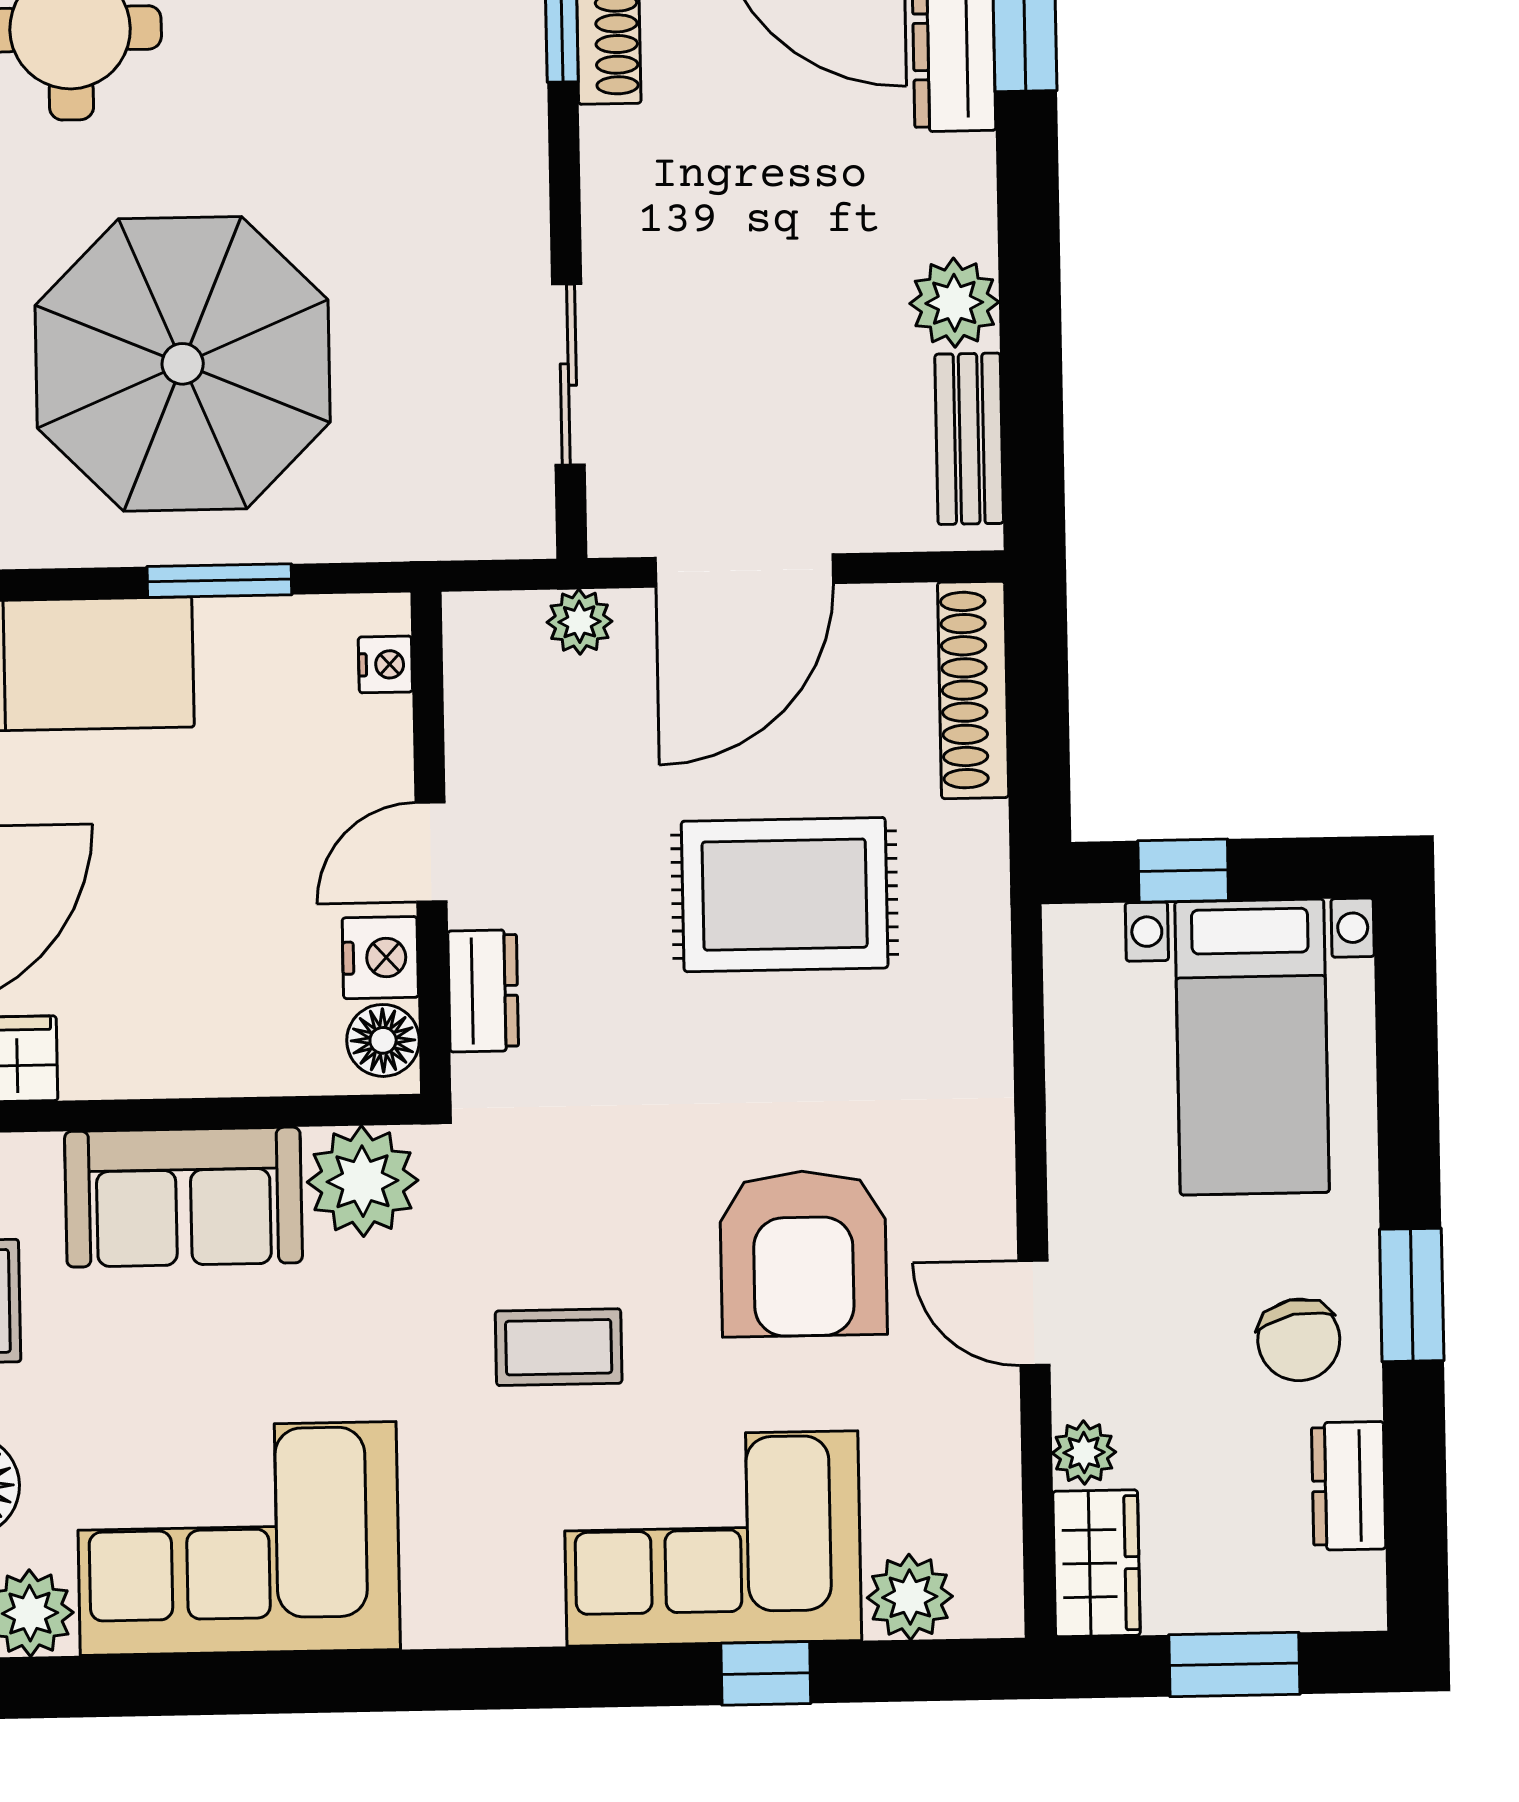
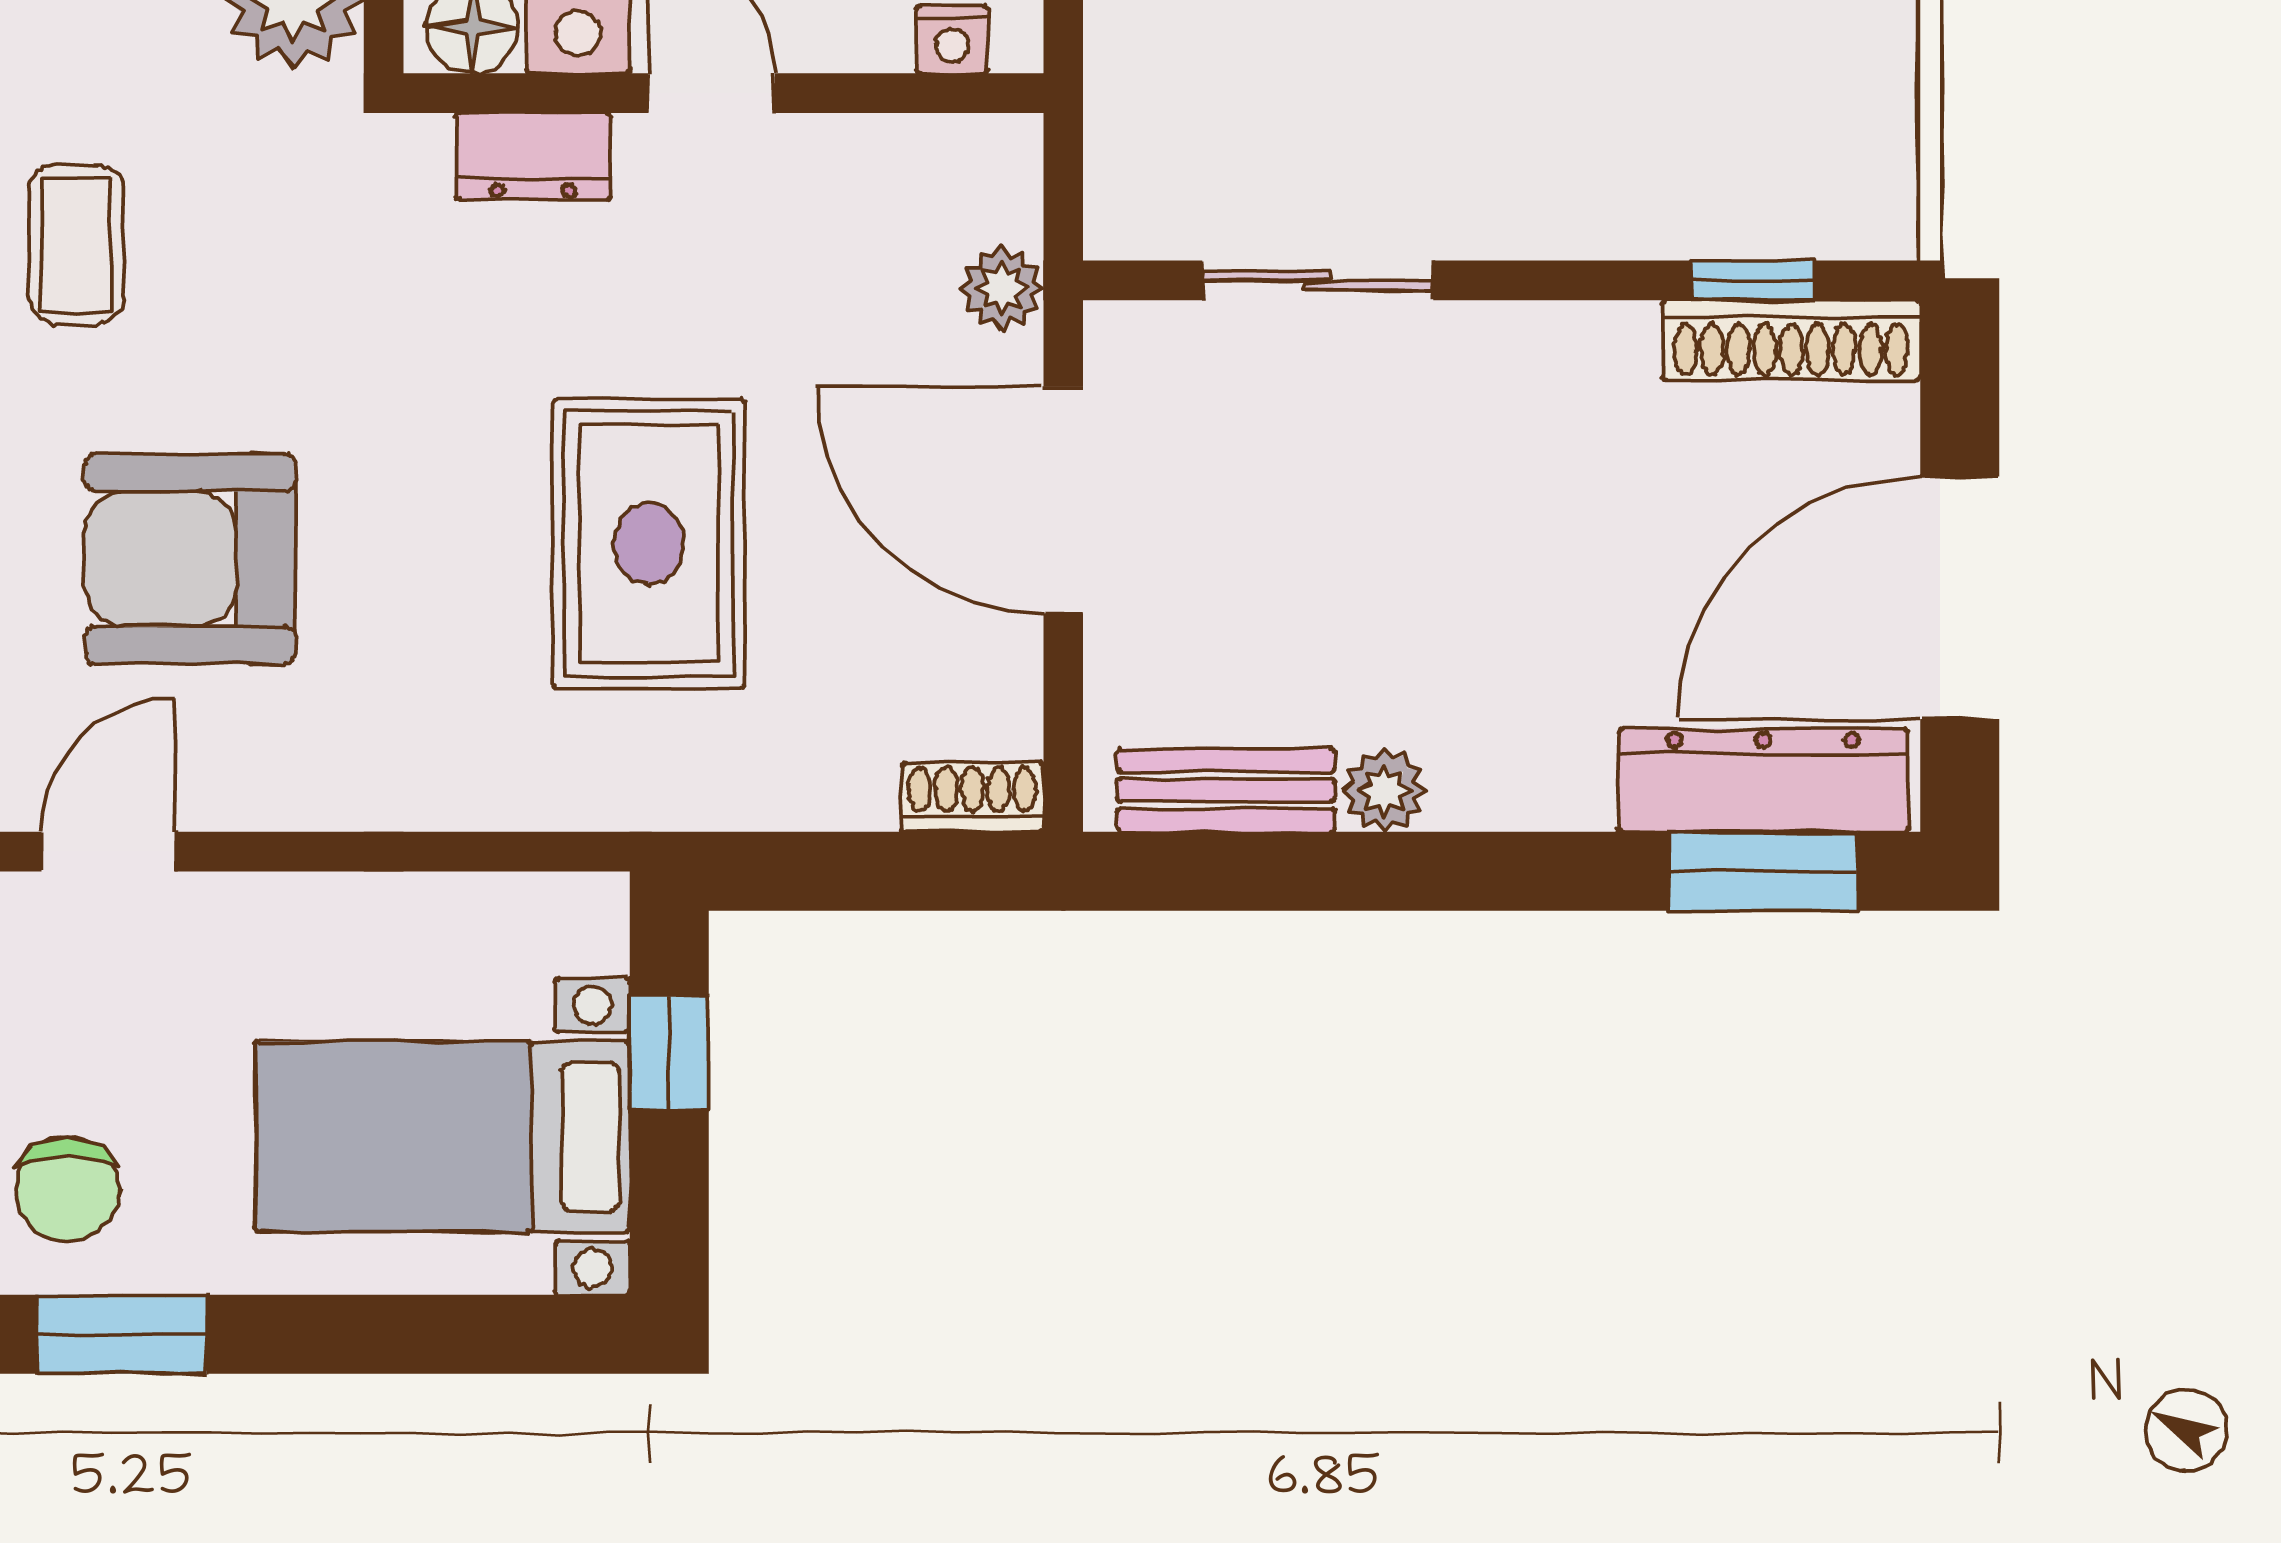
plant: (954, 303) -> (1384, 790), width x0.73, depth x0.73
shoe rack: (973, 690) -> (972, 797), width x0.51, depth x0.81
chair: (1299, 1340) -> (67, 1189), turned -79

